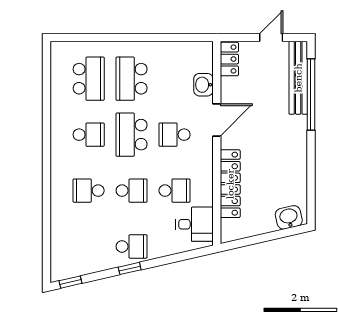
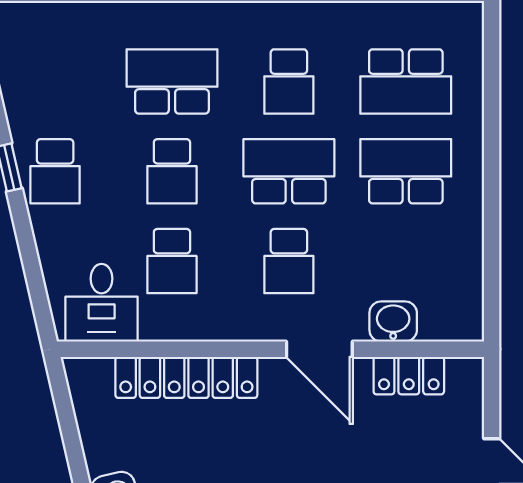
locker: (229, 59) -> (409, 376), moved
school desk: (175, 135) -> (289, 261), turned 180
school desk: (89, 191) -> (172, 81), width x1.85

